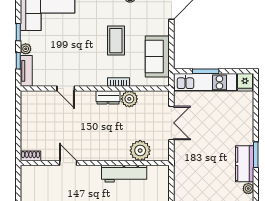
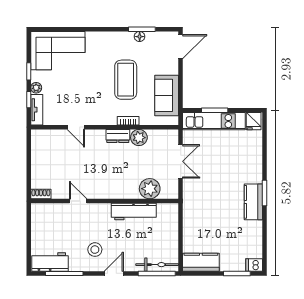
coffee table: (116, 41) -> (126, 80), width x1.36, depth x1.32
plant: (248, 189) -> (257, 226), removed

